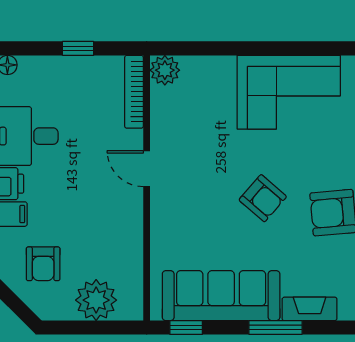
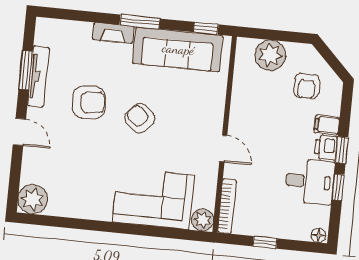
corner sofa: (289, 92) -> (153, 199), moved
armchair: (43, 264) -> (307, 86), turned 180

